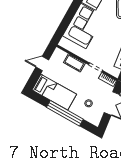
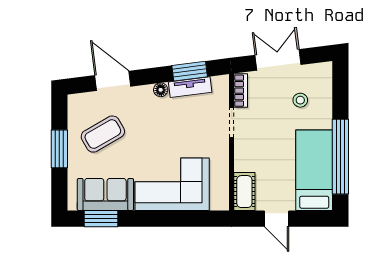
cot: (74, 63) -> (244, 192), moved
window: (65, 113) -> (340, 157), moved

